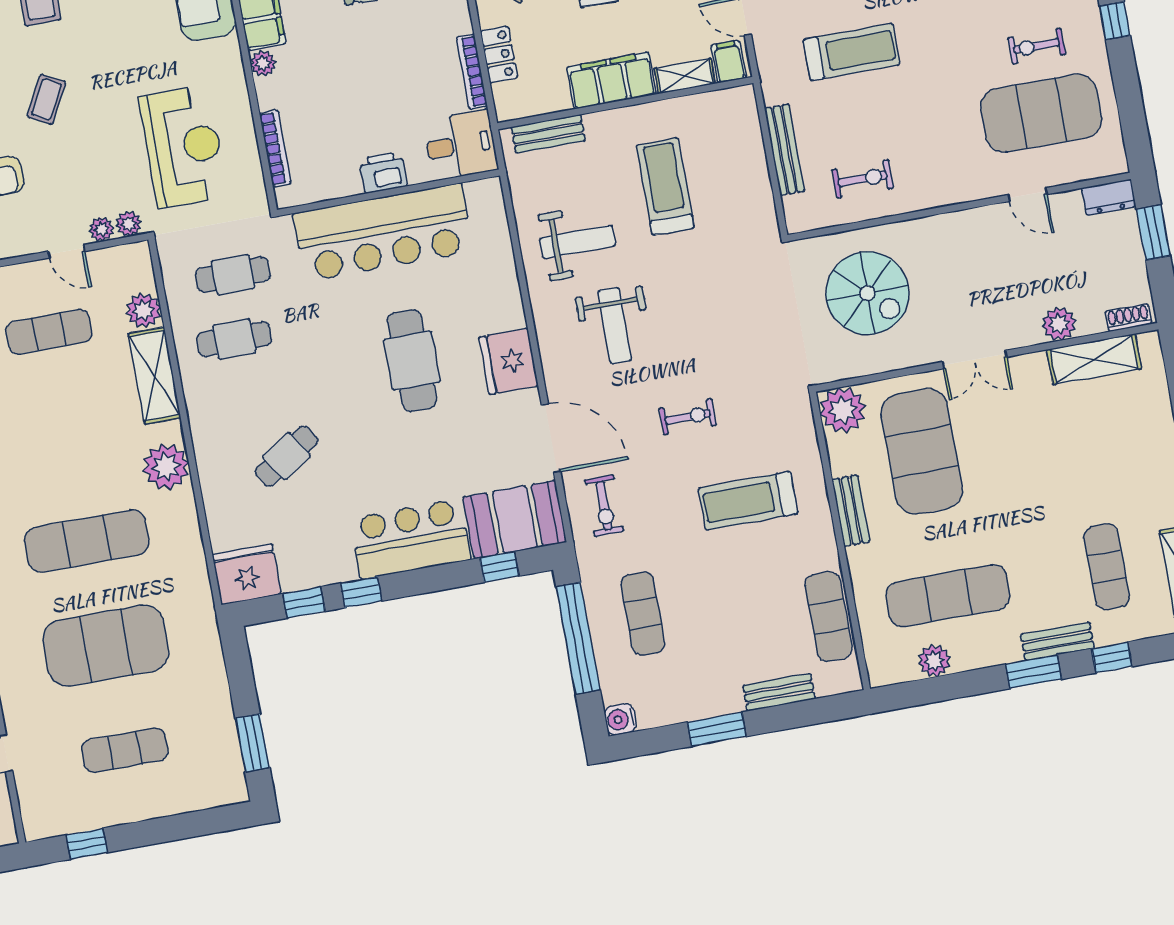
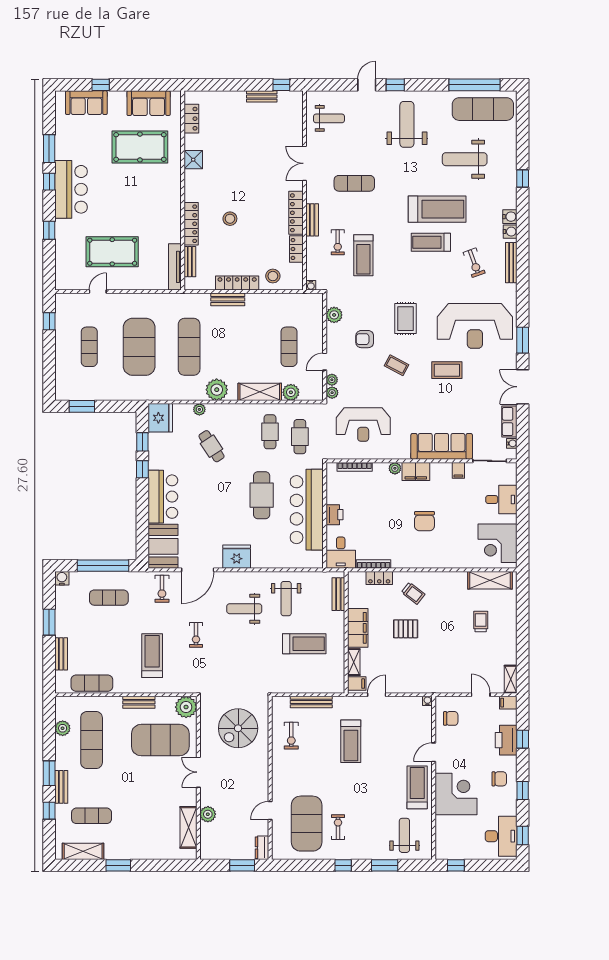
shoe rack: (1128, 318) -> (205, 847), removed
cafe table: (412, 361) -> (262, 495), moved, turned 90
plant: (214, 496) -> (199, 409), added
exercise bike: (604, 506) -> (162, 589), turned -90
window: (499, 567) -> (142, 535), removed

